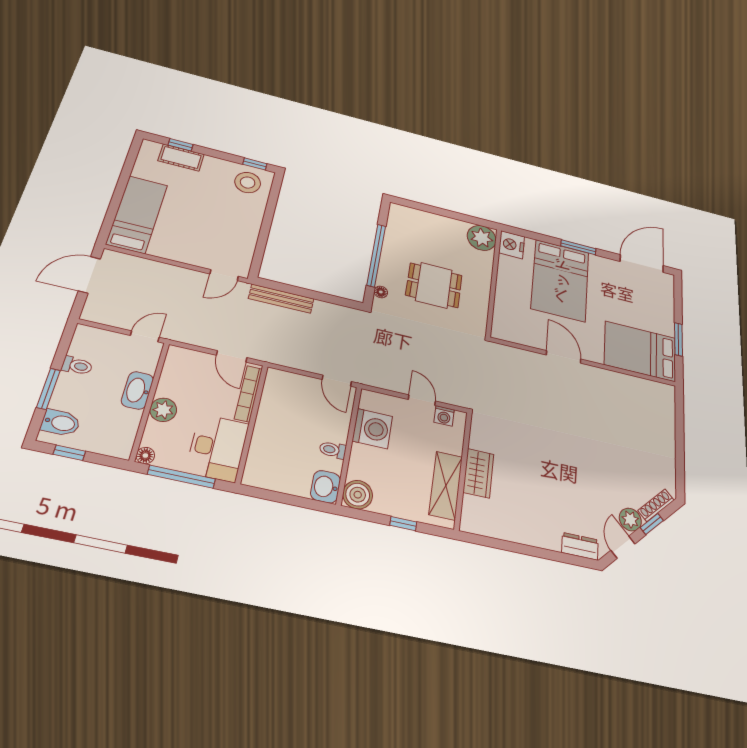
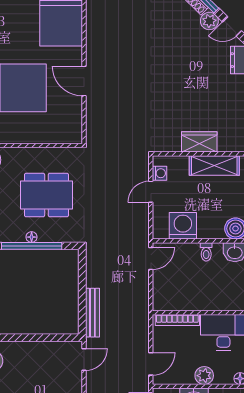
door: (224, 275) -> (84, 359), hinge flipped
dining table: (434, 285) -> (46, 195), width x1.38
floor lamp: (381, 292) -> (32, 237), moved
door: (232, 356) -> (151, 364), moved
door: (564, 357) -> (84, 81), hinge flipped

